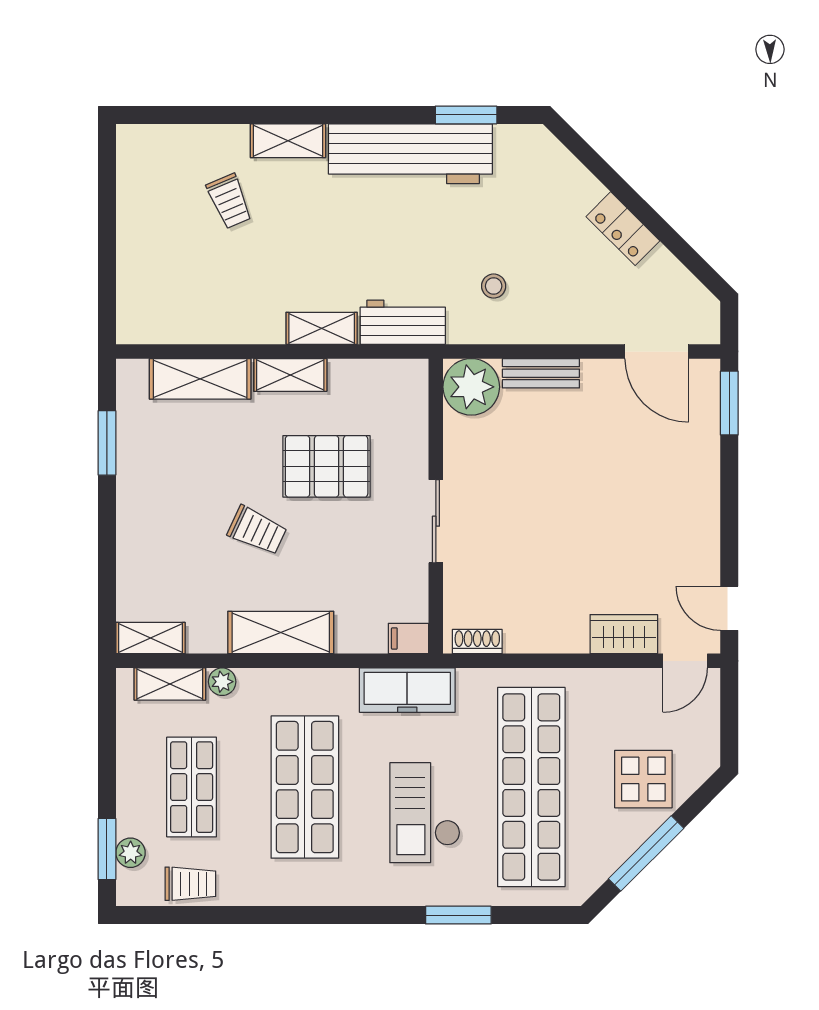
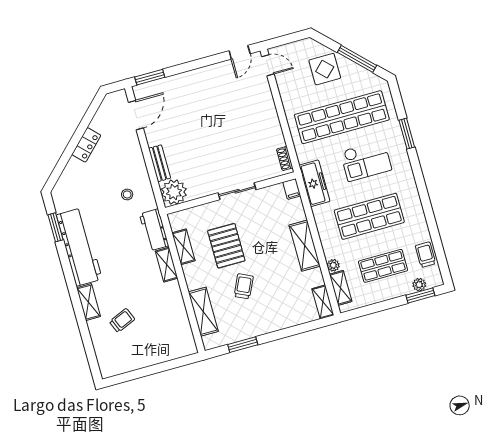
shelving: (290, 375) -> (184, 247), moved
trolley: (257, 530) -> (244, 286), moved
wardrobe: (624, 634) -> (264, 95), removed

